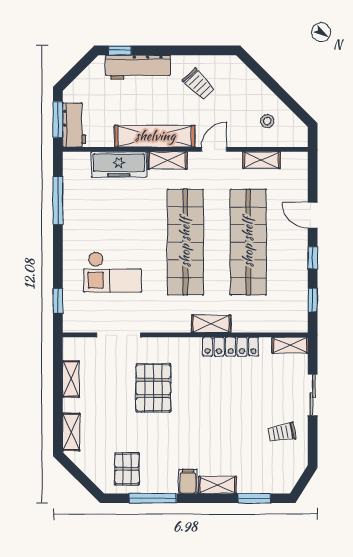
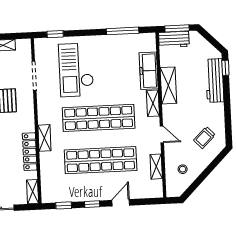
trolley: (199, 84) -> (204, 138), moved
shelving: (155, 136) -> (168, 85), width x0.68
checkout: (112, 272) -> (76, 70), width x1.36, depth x1.21

